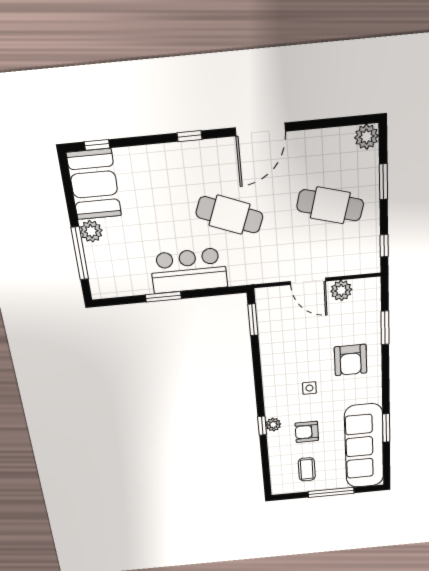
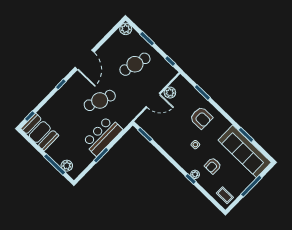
plant: (91, 231) -> (67, 166), moved
coffee table: (307, 469) -> (225, 195), moved

